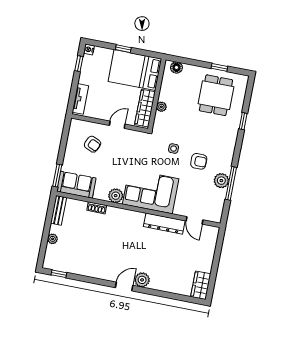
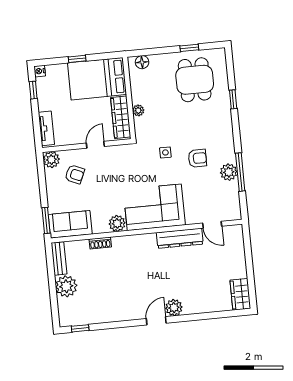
plant: (77, 126) -> (51, 160), added
plant: (53, 239) -> (66, 286), width x1.87, depth x1.87

